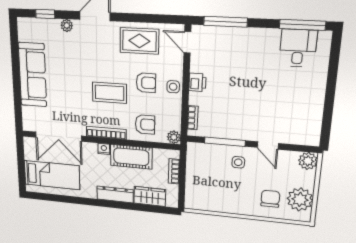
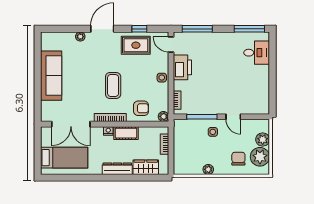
window: (45, 14) -> (139, 29), moved
desk: (298, 48) -> (257, 53), moved, turned 90
printer: (197, 82) -> (182, 67), width x1.87, depth x1.48
armchair: (146, 83) -> (141, 76), removed
coffee table: (110, 93) -> (113, 85), turned 90
cot: (131, 157) -> (126, 133), width x0.73, depth x0.75
plant: (308, 161) -> (263, 140), moved
plant: (229, 208) -> (208, 169), added

